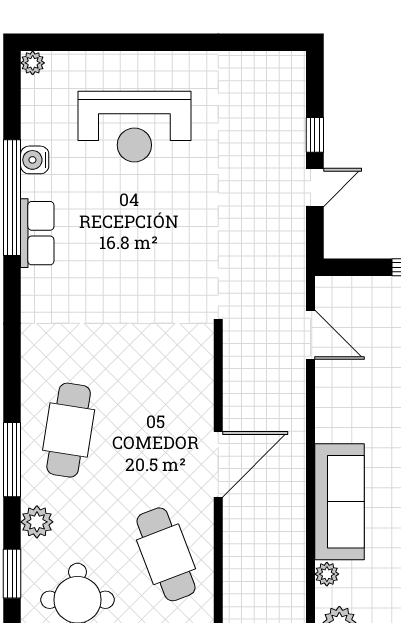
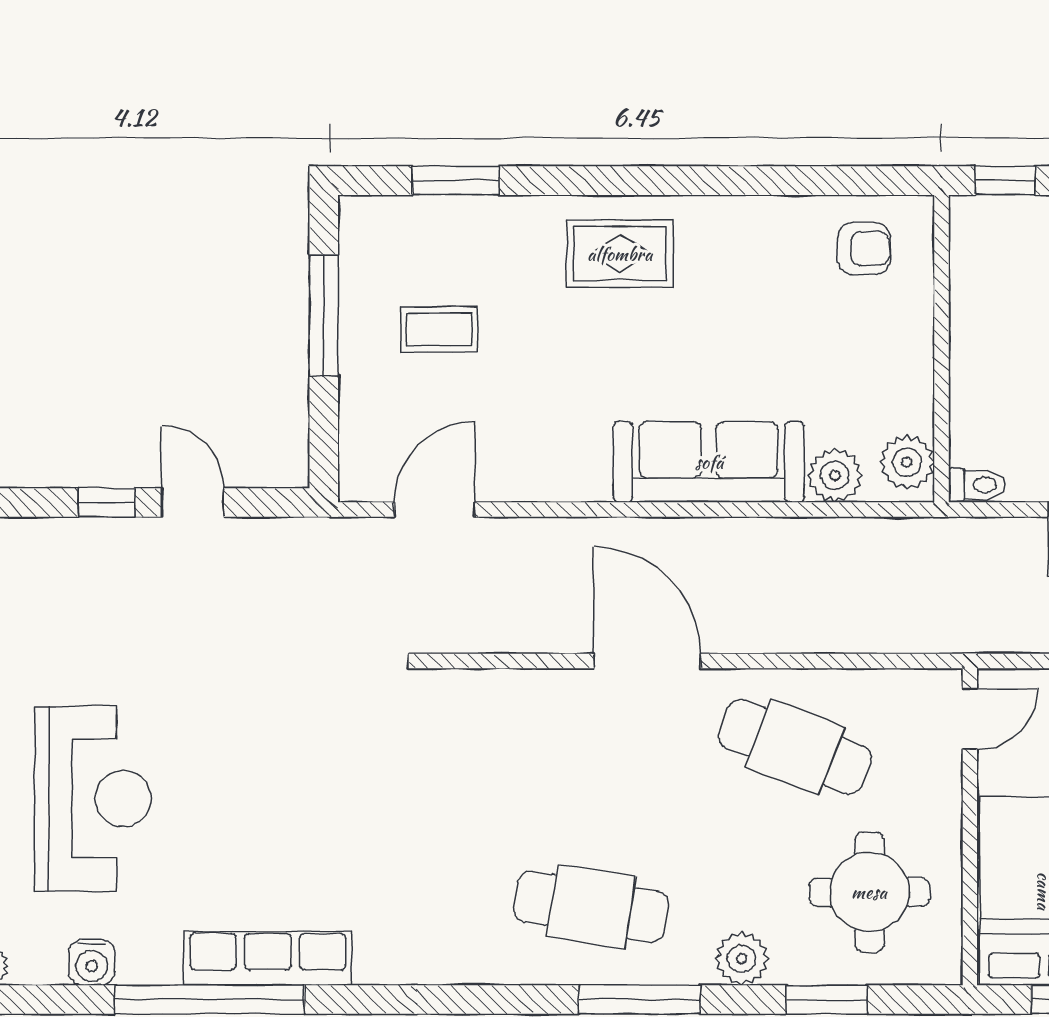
water cooler: (35, 160) -> (92, 962), moved
row of seats: (37, 233) -> (268, 958), width x1.48
cafe table: (166, 554) -> (795, 747), turned 42
plant: (327, 574) -> (835, 475), width x1.38, depth x1.38

